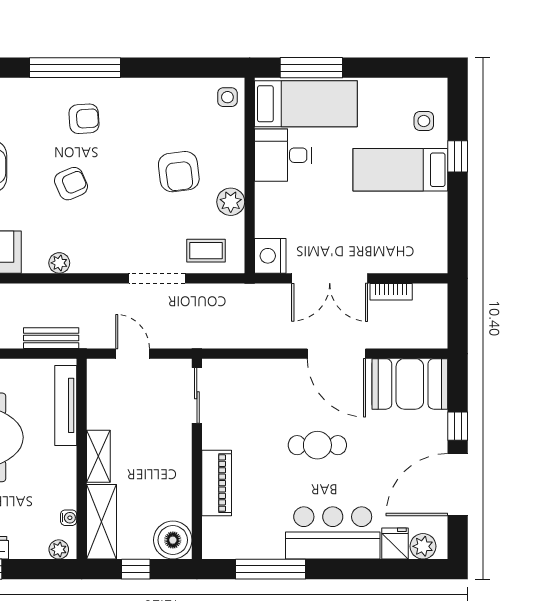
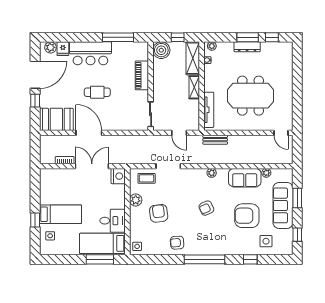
armchair: (84, 119) -> (177, 243), moved

